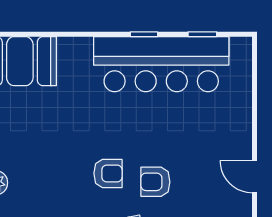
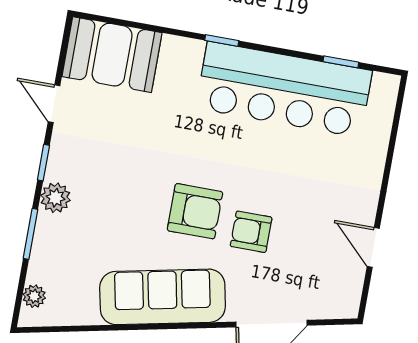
window: (144, 34) -> (222, 40), moved
armchair: (108, 173) -> (195, 211), width x1.38, depth x1.38

